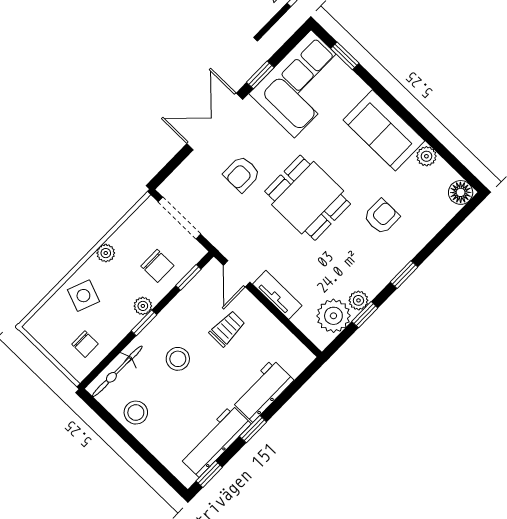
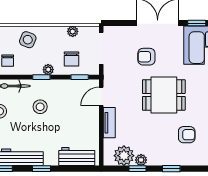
dining table: (308, 198) -> (164, 95), turned 90
plant: (106, 253) -> (73, 31), moved
trolley: (227, 329) -> (74, 115), removed
workbench: (263, 391) -> (77, 157), moved

